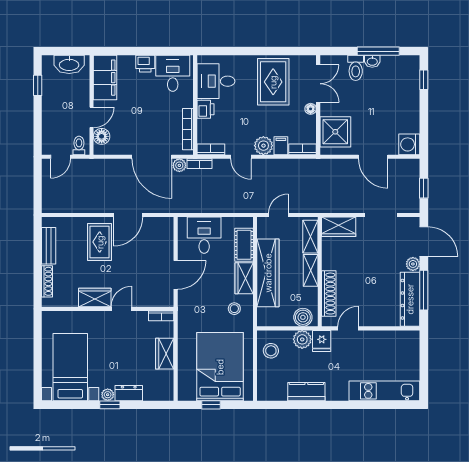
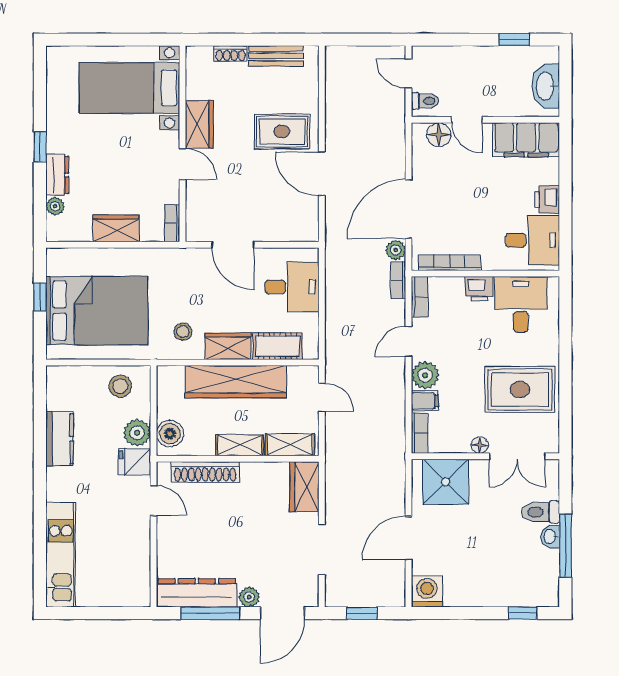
shoe rack: (47, 281) -> (230, 54), width x0.70
bed with nightstands: (70, 367) -> (129, 88), moved, turned 180
plant: (108, 395) -> (55, 206), moved

